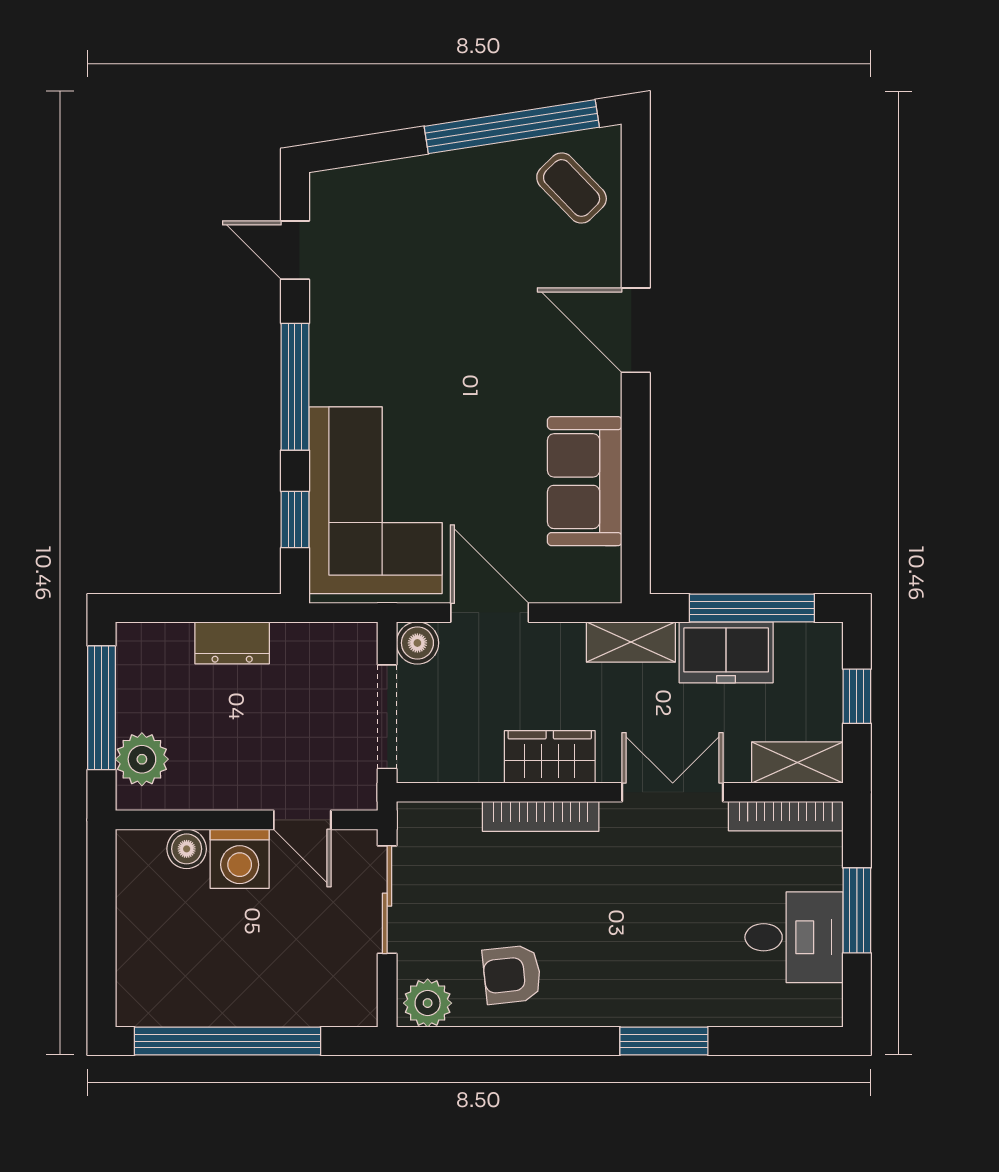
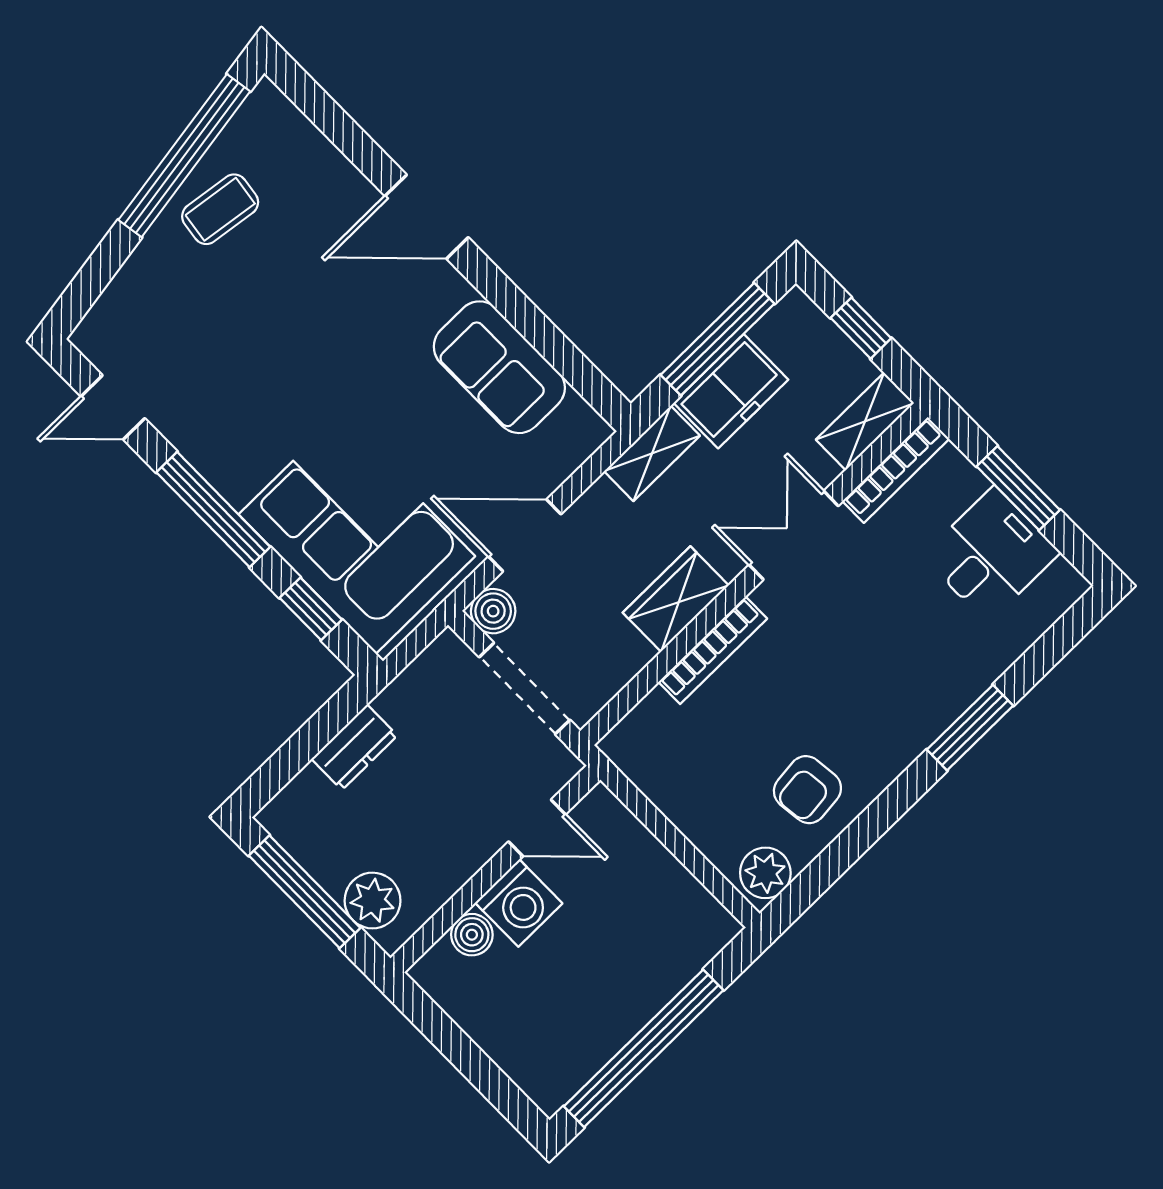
coffee table: (572, 188) -> (220, 209), moved, turned -38
sliding door: (387, 900) -> (659, 825), removed

